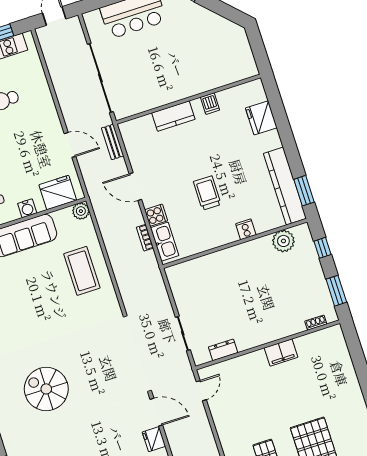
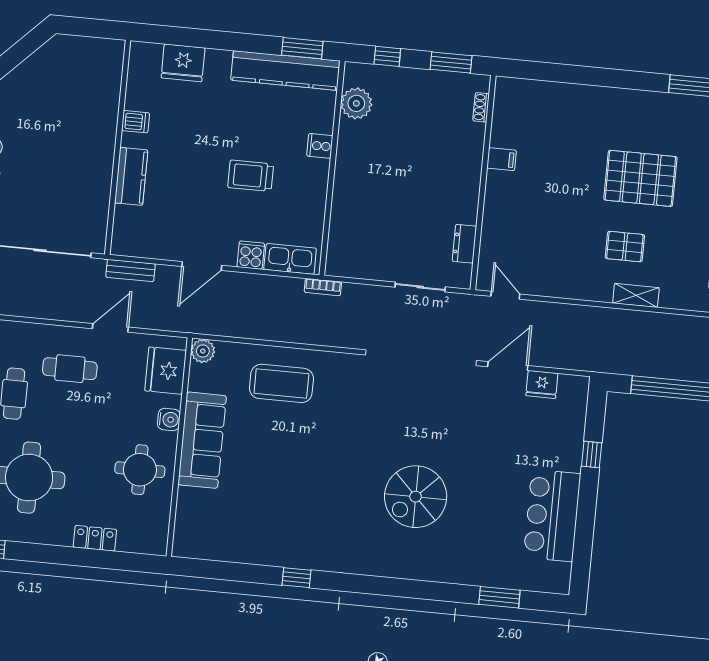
cafe table: (32, 130) -> (70, 369), added
bookcase: (145, 238) -> (323, 287), moved
filing cabinet: (281, 352) -> (502, 159), width x0.50

